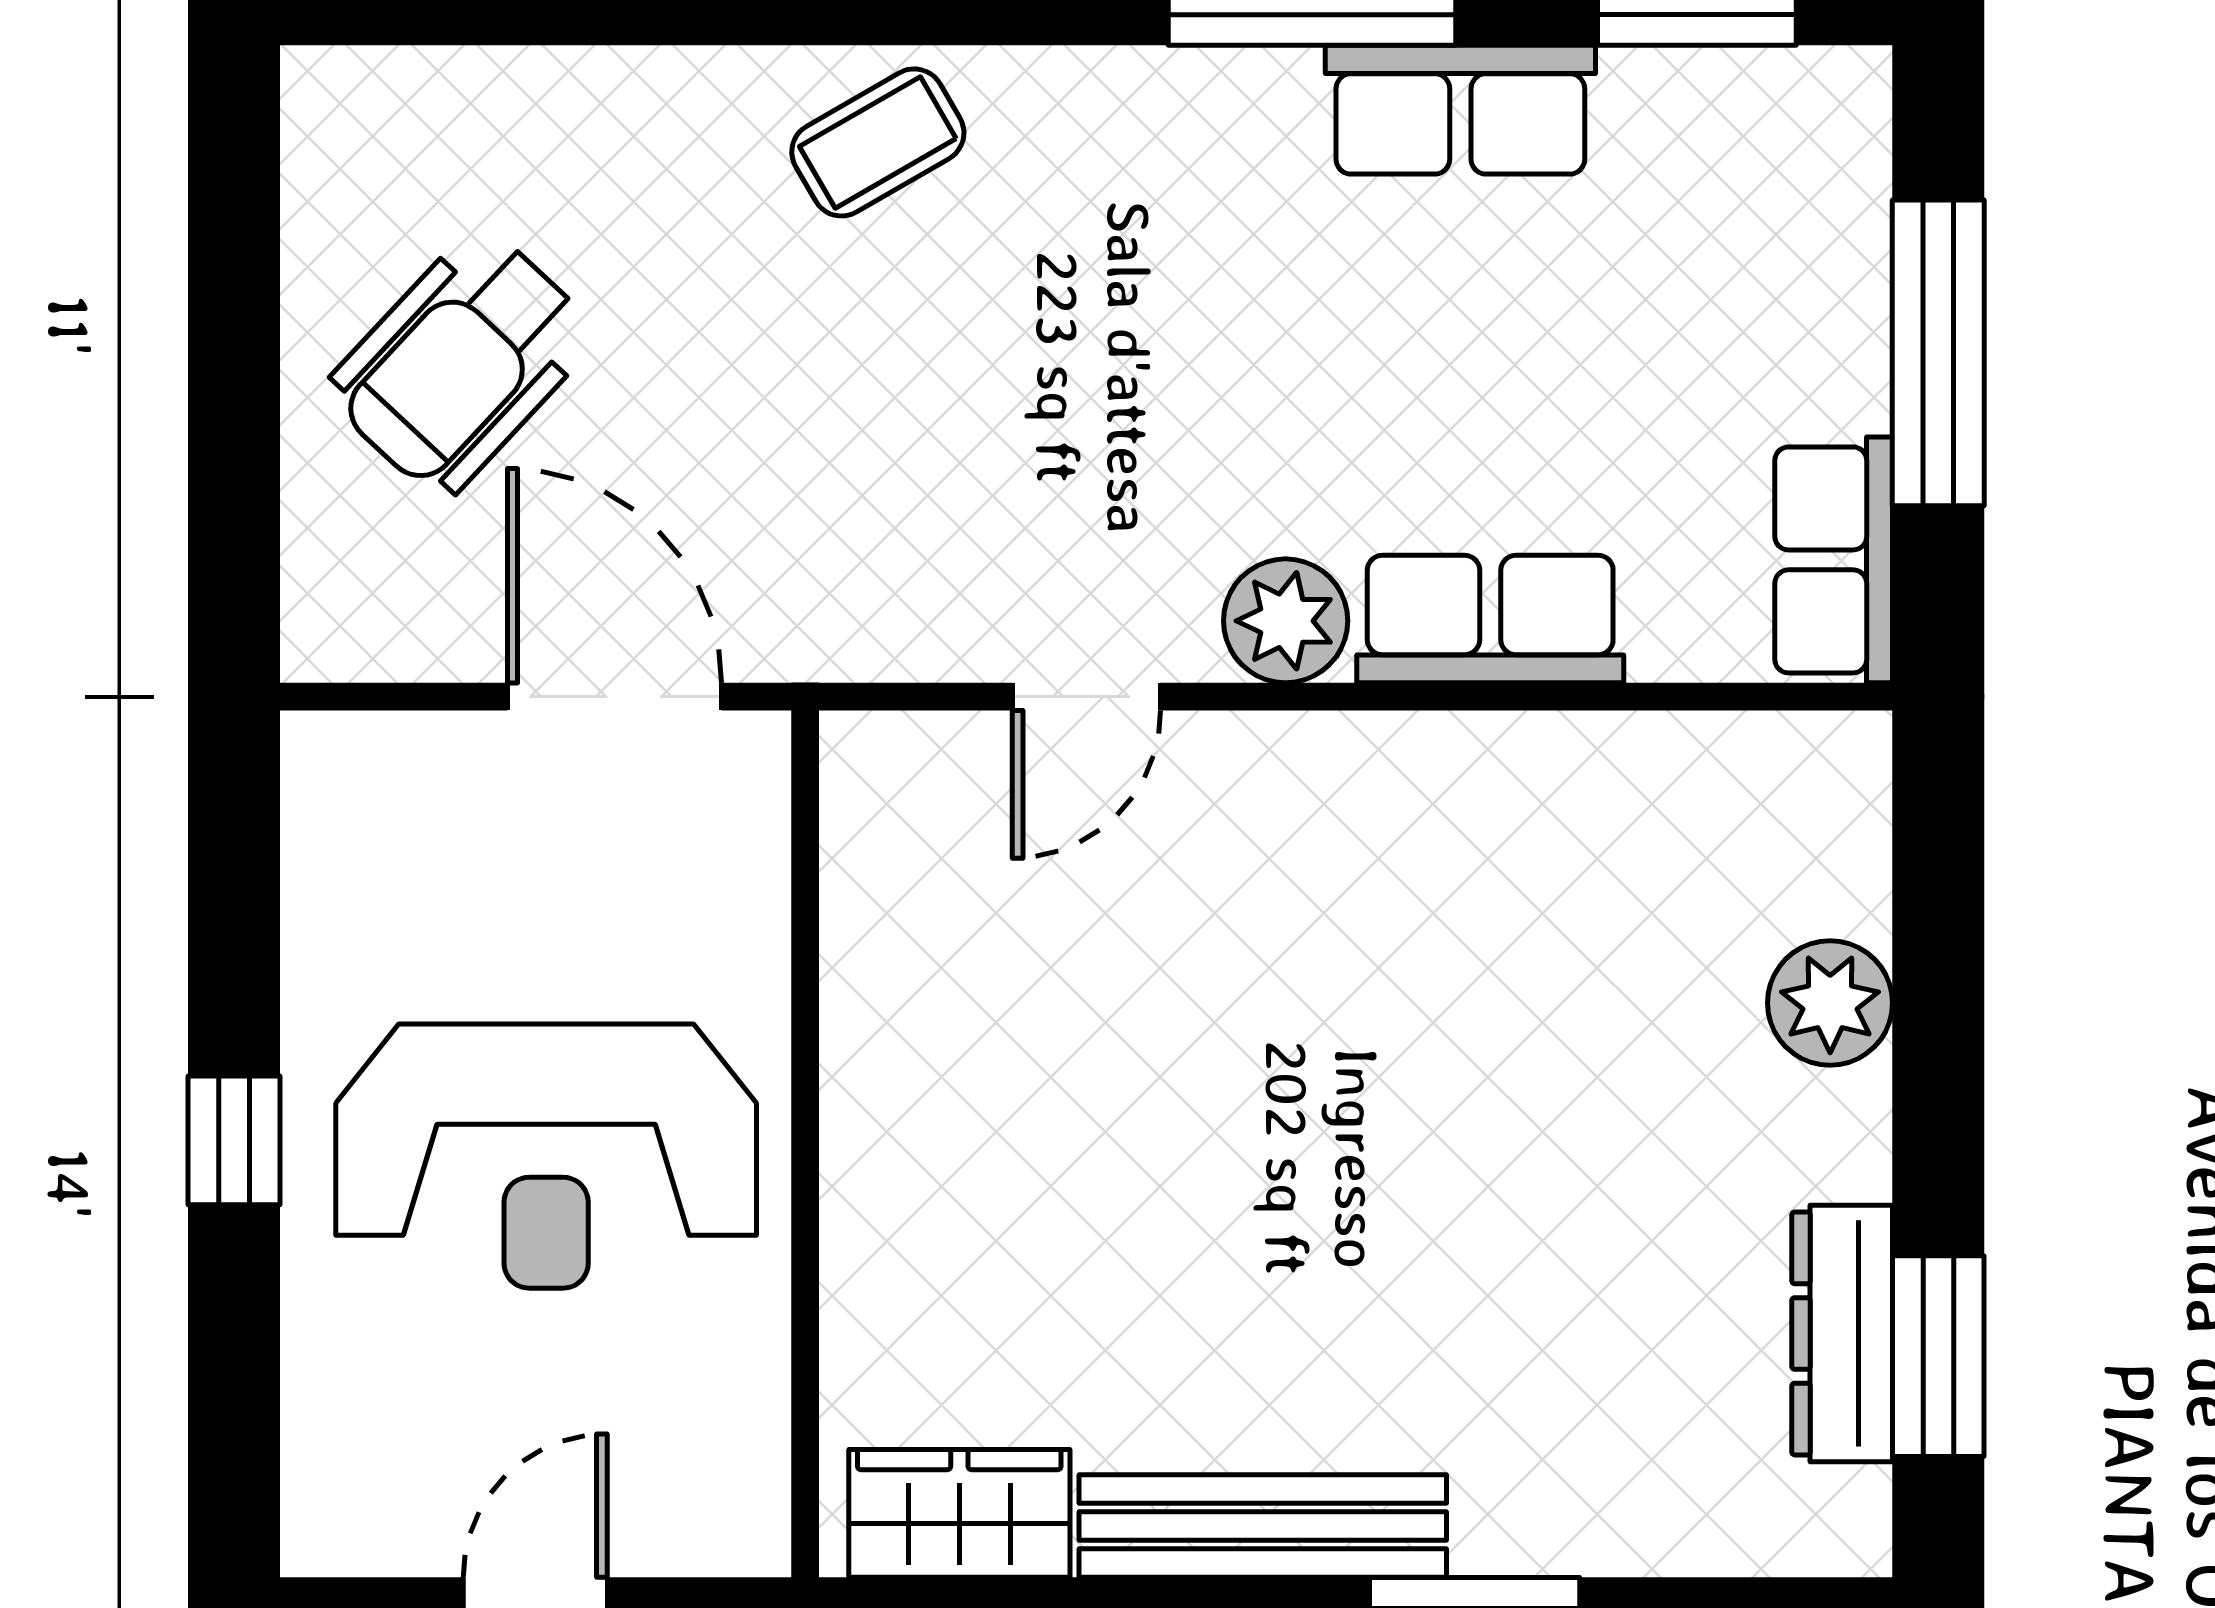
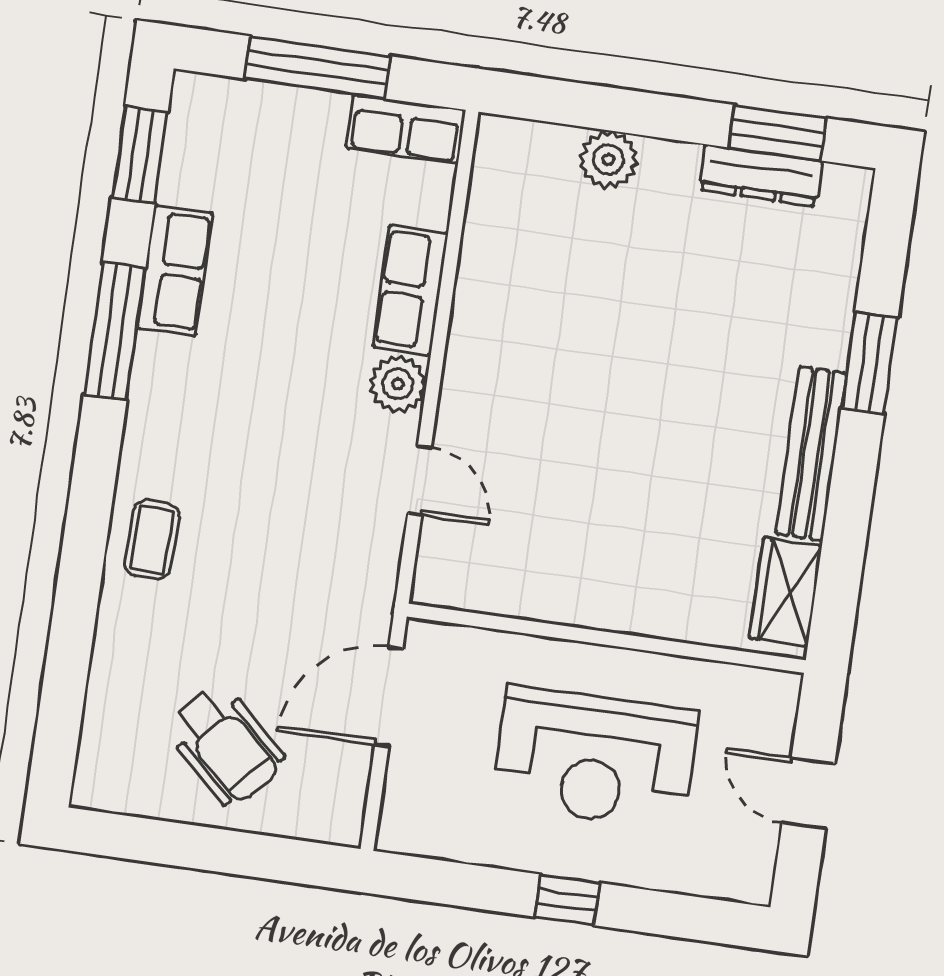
coffee table: (878, 142) -> (152, 540), turned 32
reception desk: (546, 1156) -> (595, 758), turned 90

